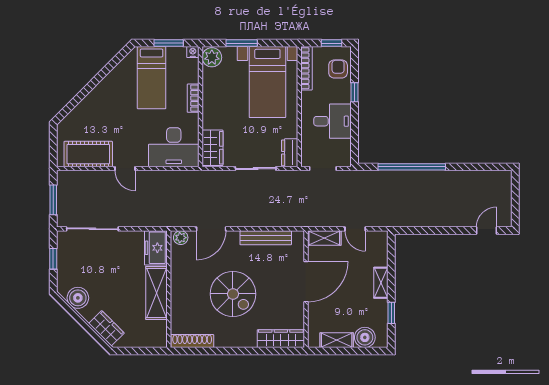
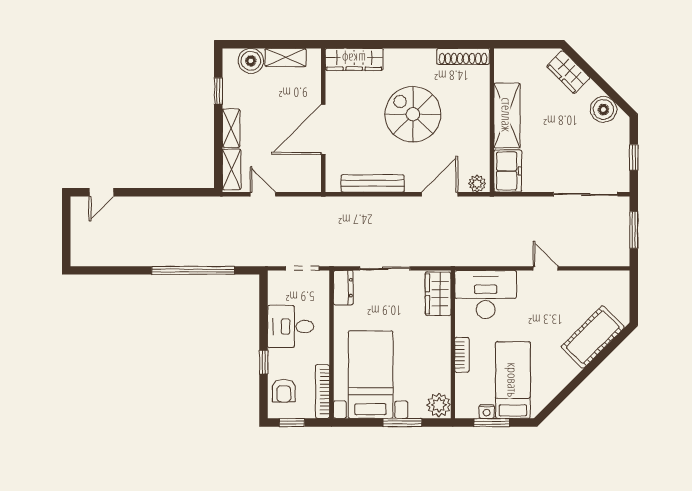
nightstand: (193, 52) -> (487, 411), moved
cot: (88, 154) -> (593, 337), moved, turned -45
shelving: (324, 238) -> (232, 169), moved, turned 90

